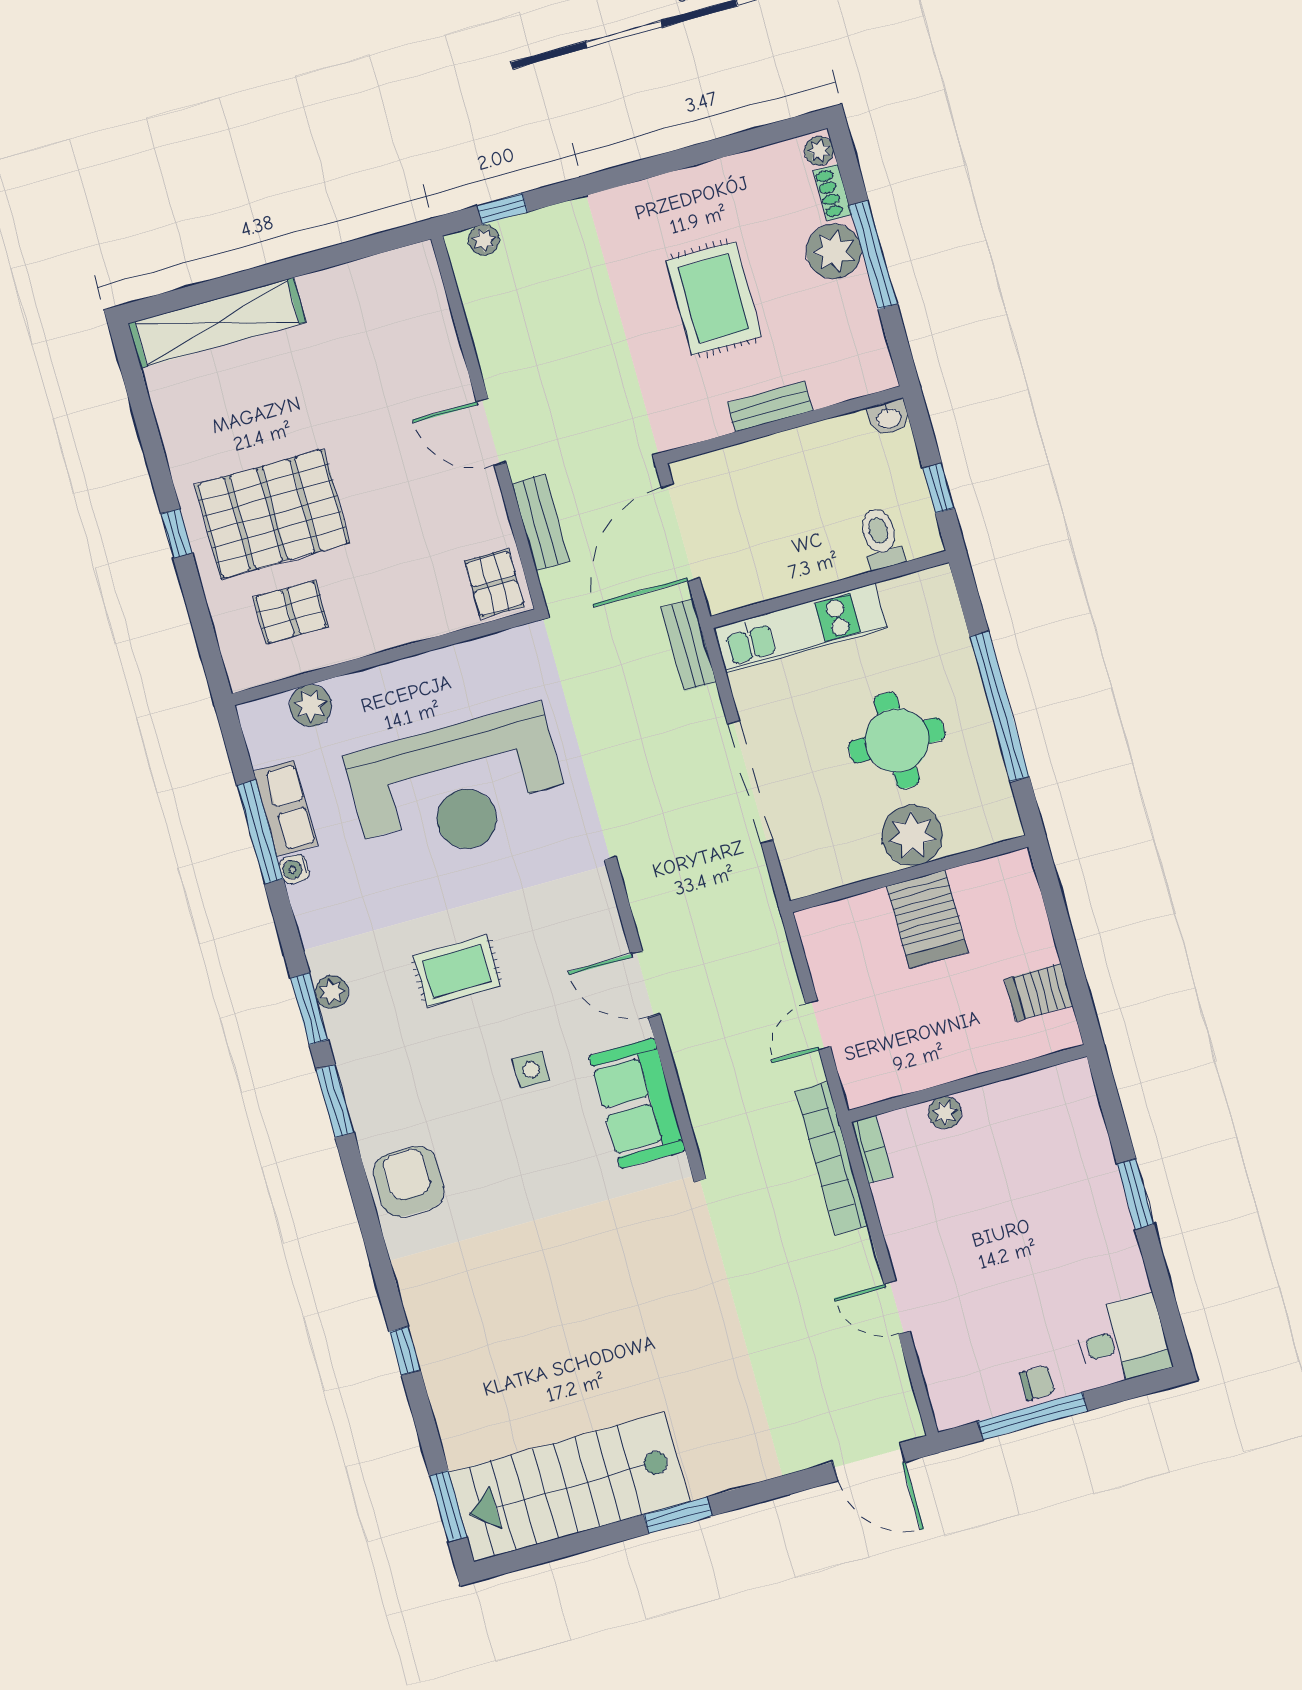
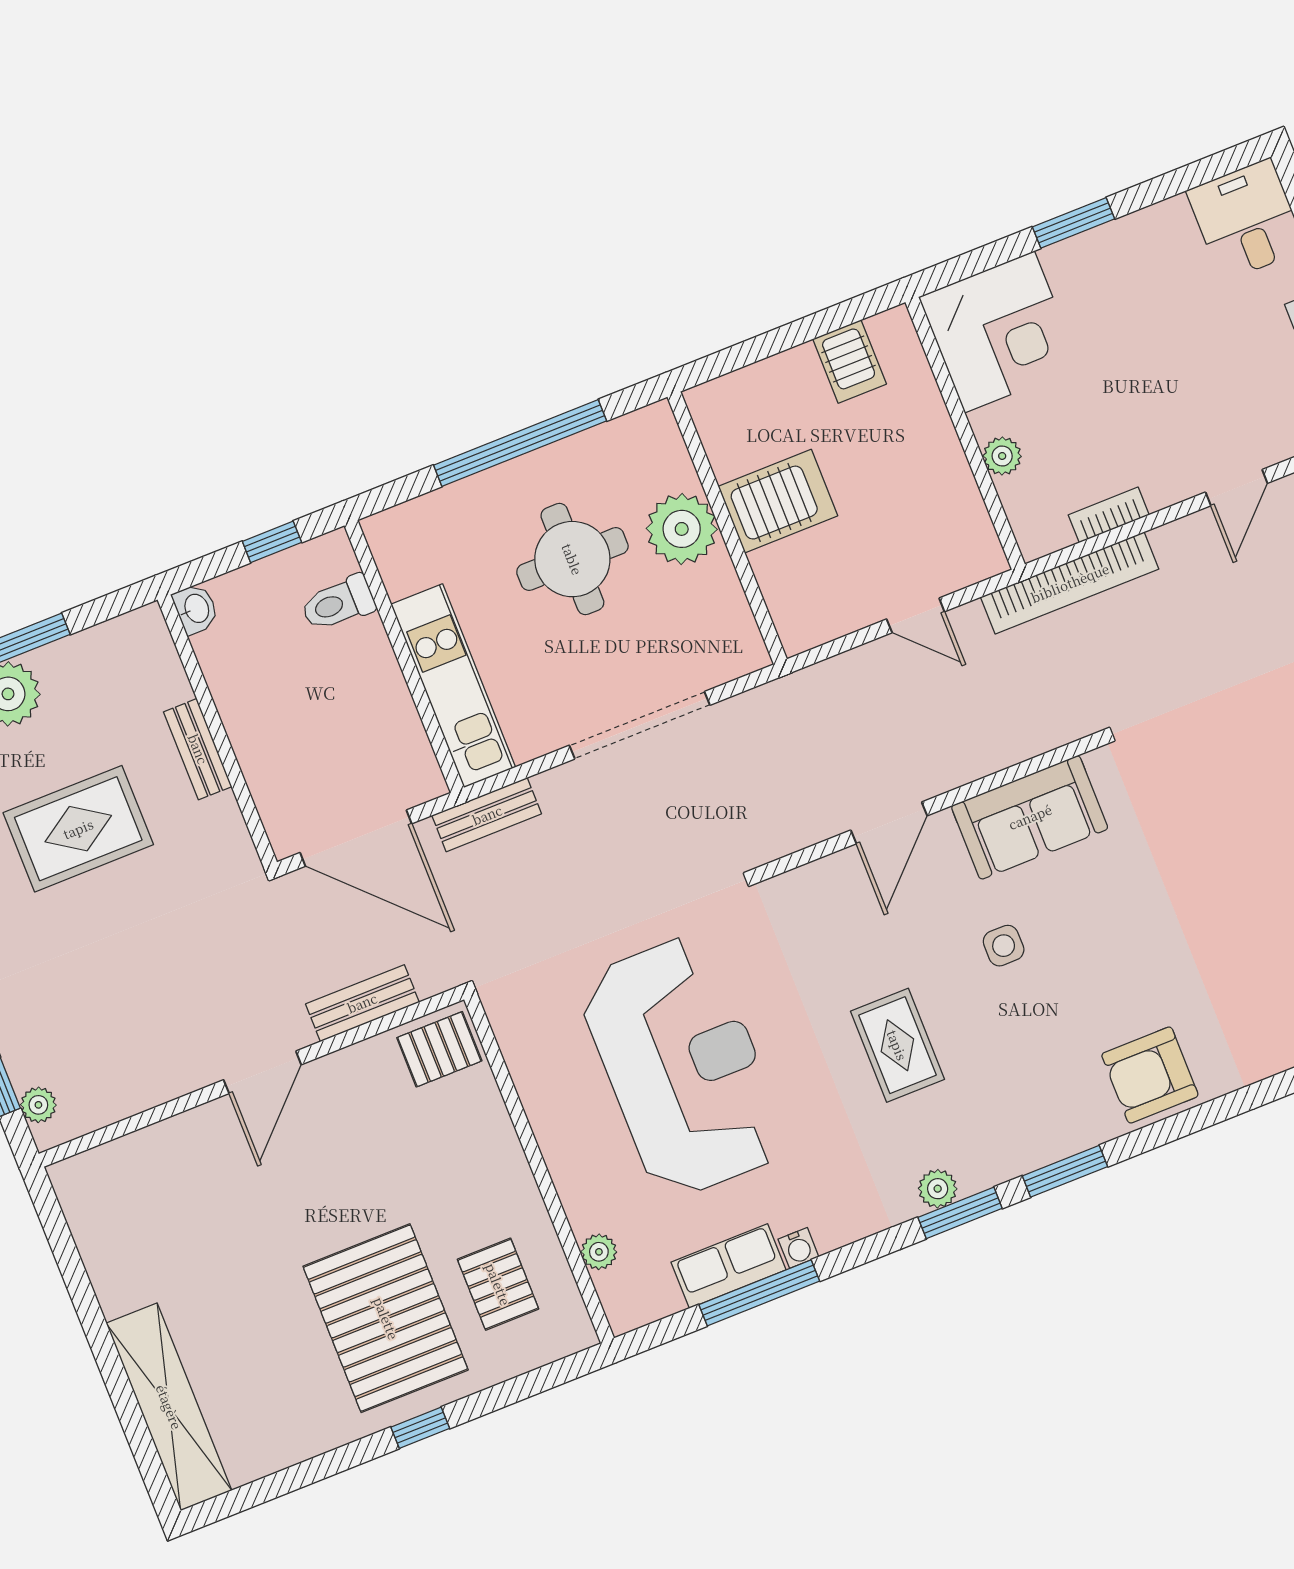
plant: (311, 706) -> (599, 1252), width x0.73, depth x0.73
corner desk: (1050, 1122) -> (999, 332), added
bookcase: (872, 1149) -> (1109, 515), moved

